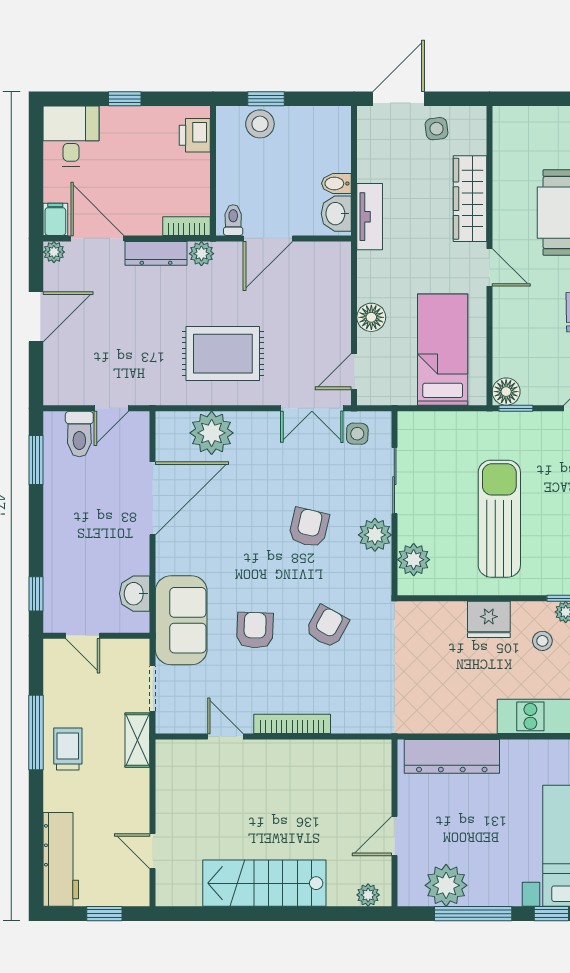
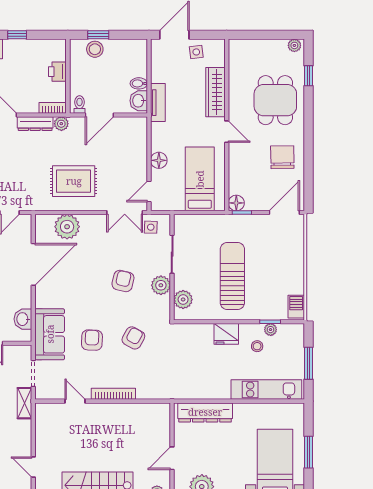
printer: (195, 135) -> (57, 72), moved

